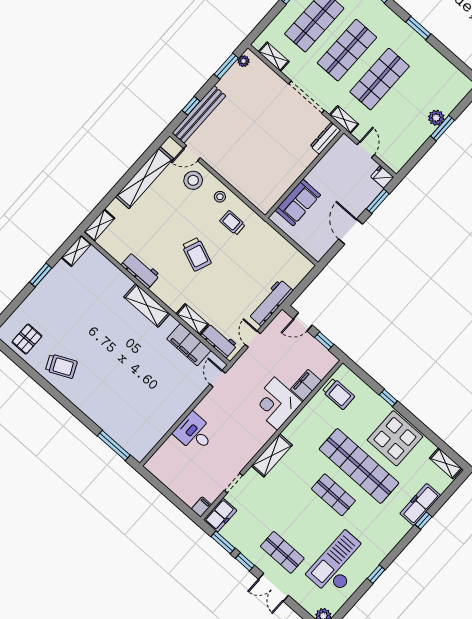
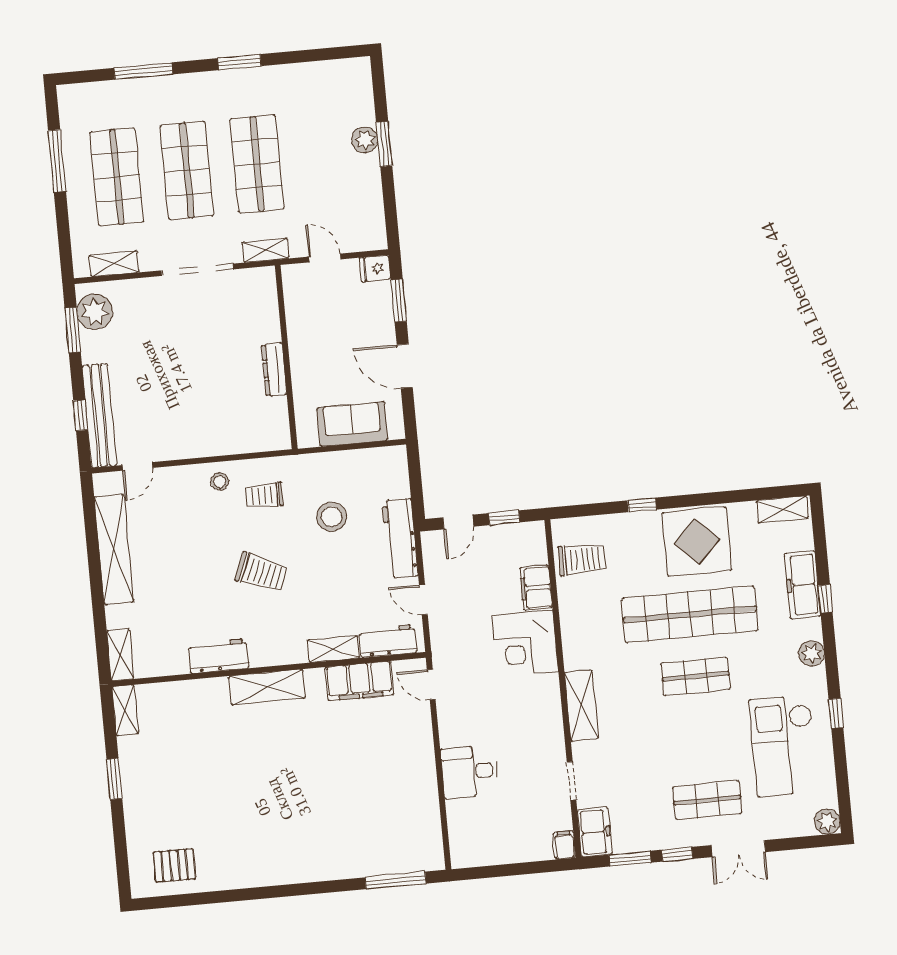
plant: (243, 61) -> (95, 312), width x1.88, depth x1.88
dresser: (326, 138) -> (274, 370), moved
stool: (193, 180) -> (332, 517), moved
sofa: (298, 203) -> (352, 424), moved, turned -90
pallet: (27, 339) -> (174, 865), turned 90
trolley: (61, 366) -> (244, 855), removed
plant: (393, 538) -> (812, 653), added

